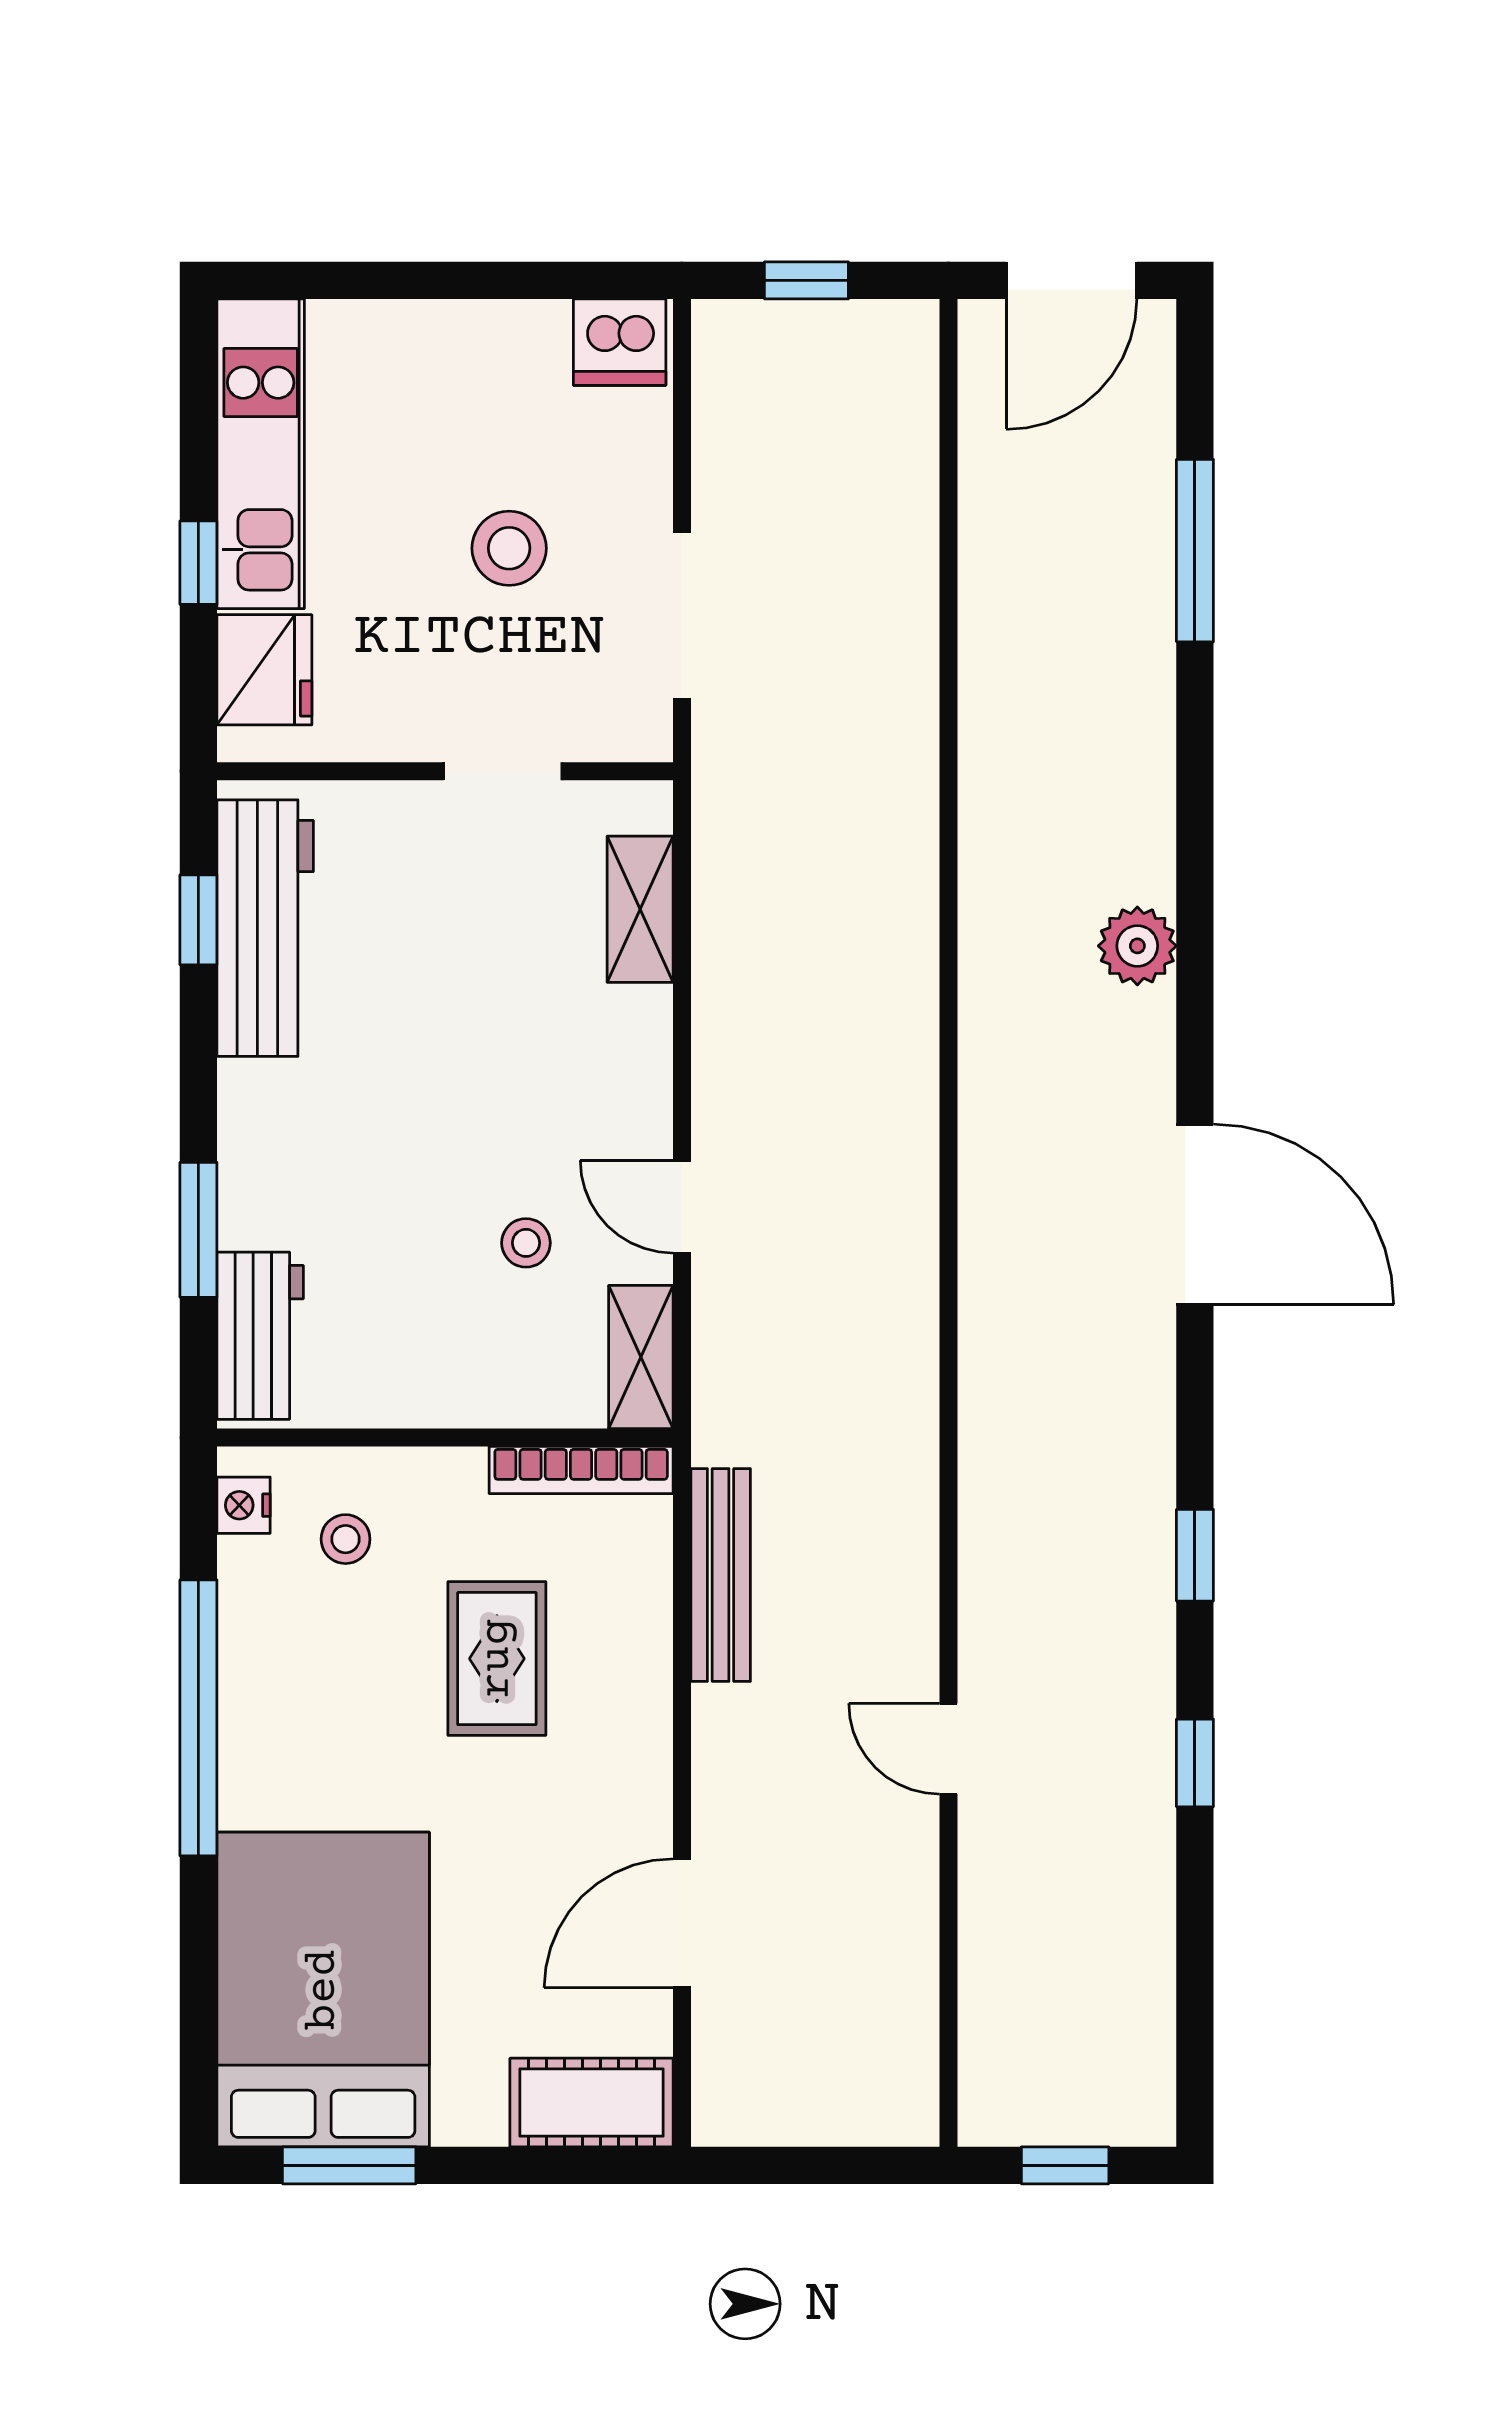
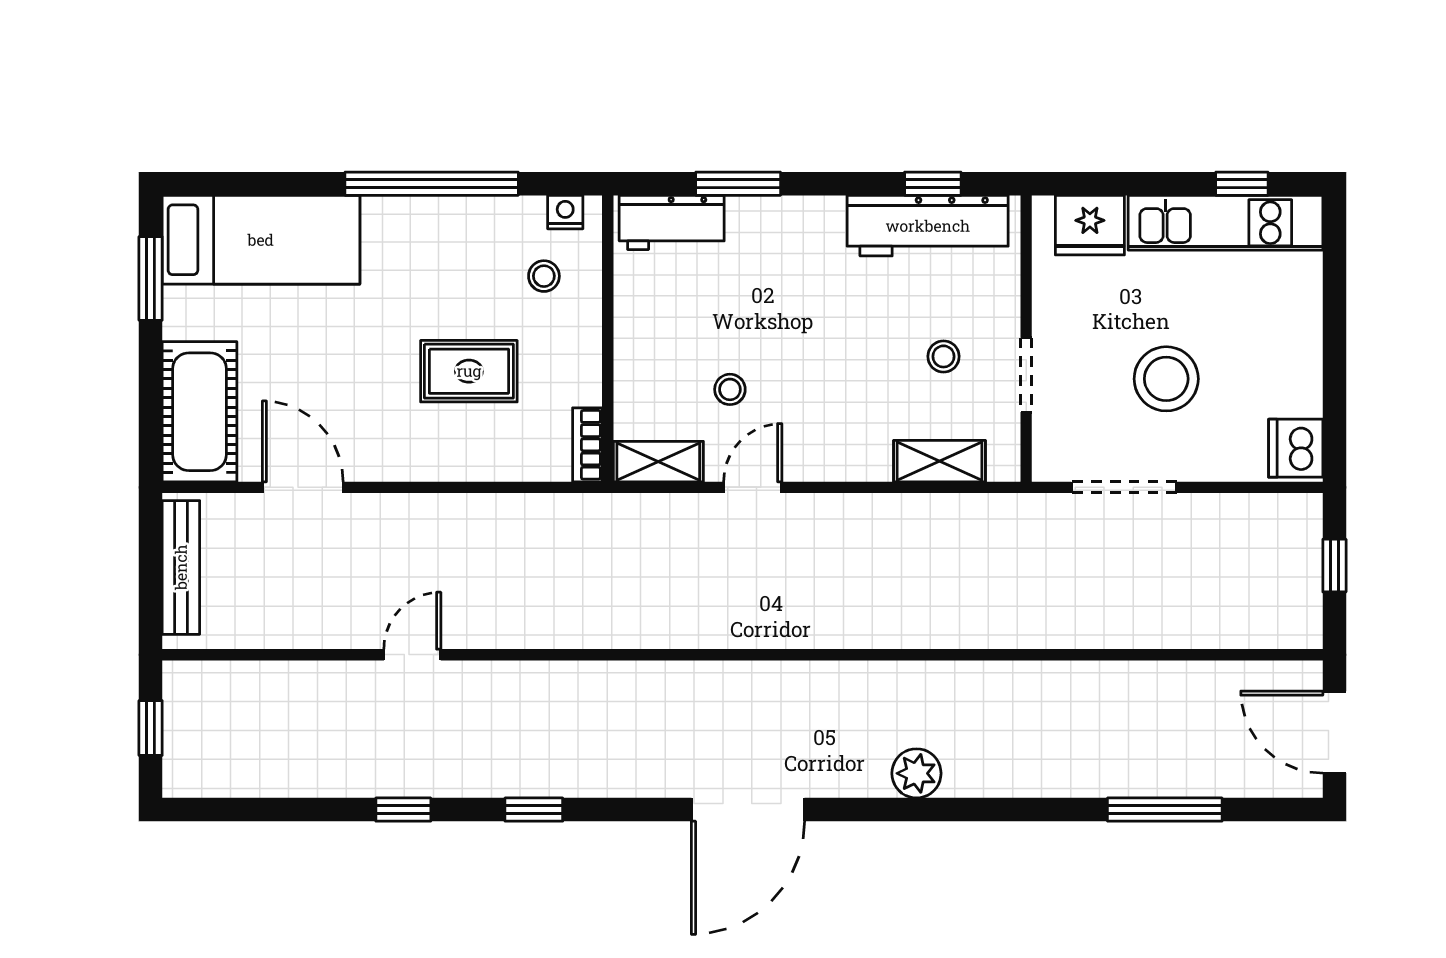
stool: (509, 548) -> (1166, 379), width x1.38, depth x1.38
window: (198, 563) -> (1242, 184), moved
stool: (474, 903) -> (943, 356), added
bookcase: (581, 1470) -> (587, 445), width x0.64
bench: (721, 1575) -> (181, 567), moved, turned 90
bed: (323, 1990) -> (261, 240), width x0.67
cot: (592, 2103) -> (200, 412), width x1.37, depth x1.34

